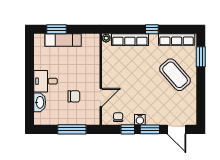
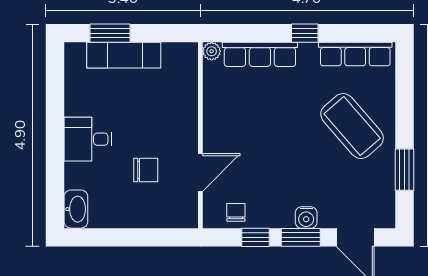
window: (201, 57) -> (405, 170), moved
washbasin: (40, 102) -> (76, 209), moved
water cooler: (140, 120) -> (306, 217), moved
window: (72, 129) -> (141, 237), removed

